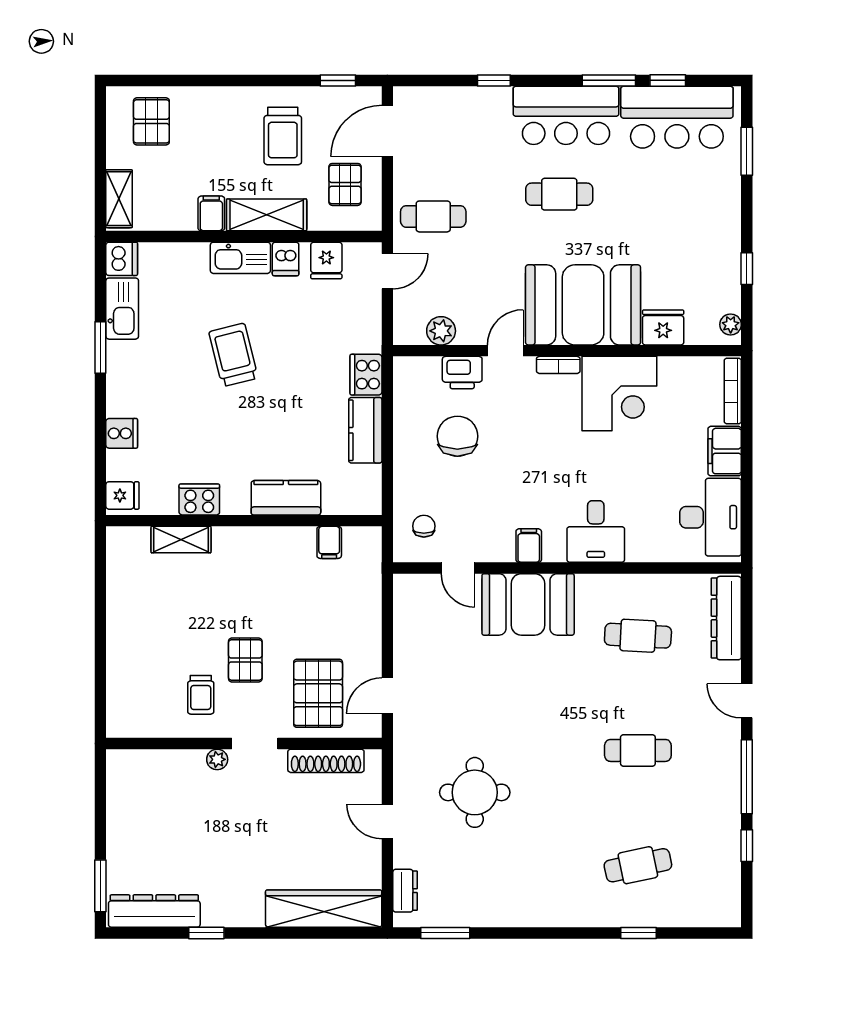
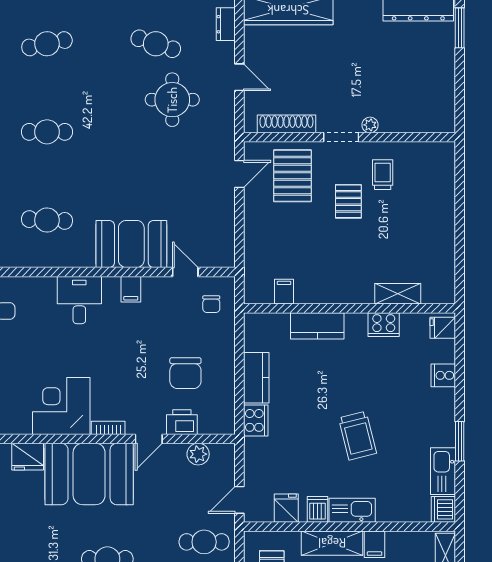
cafe table: (496, 865) -> (156, 44), added

